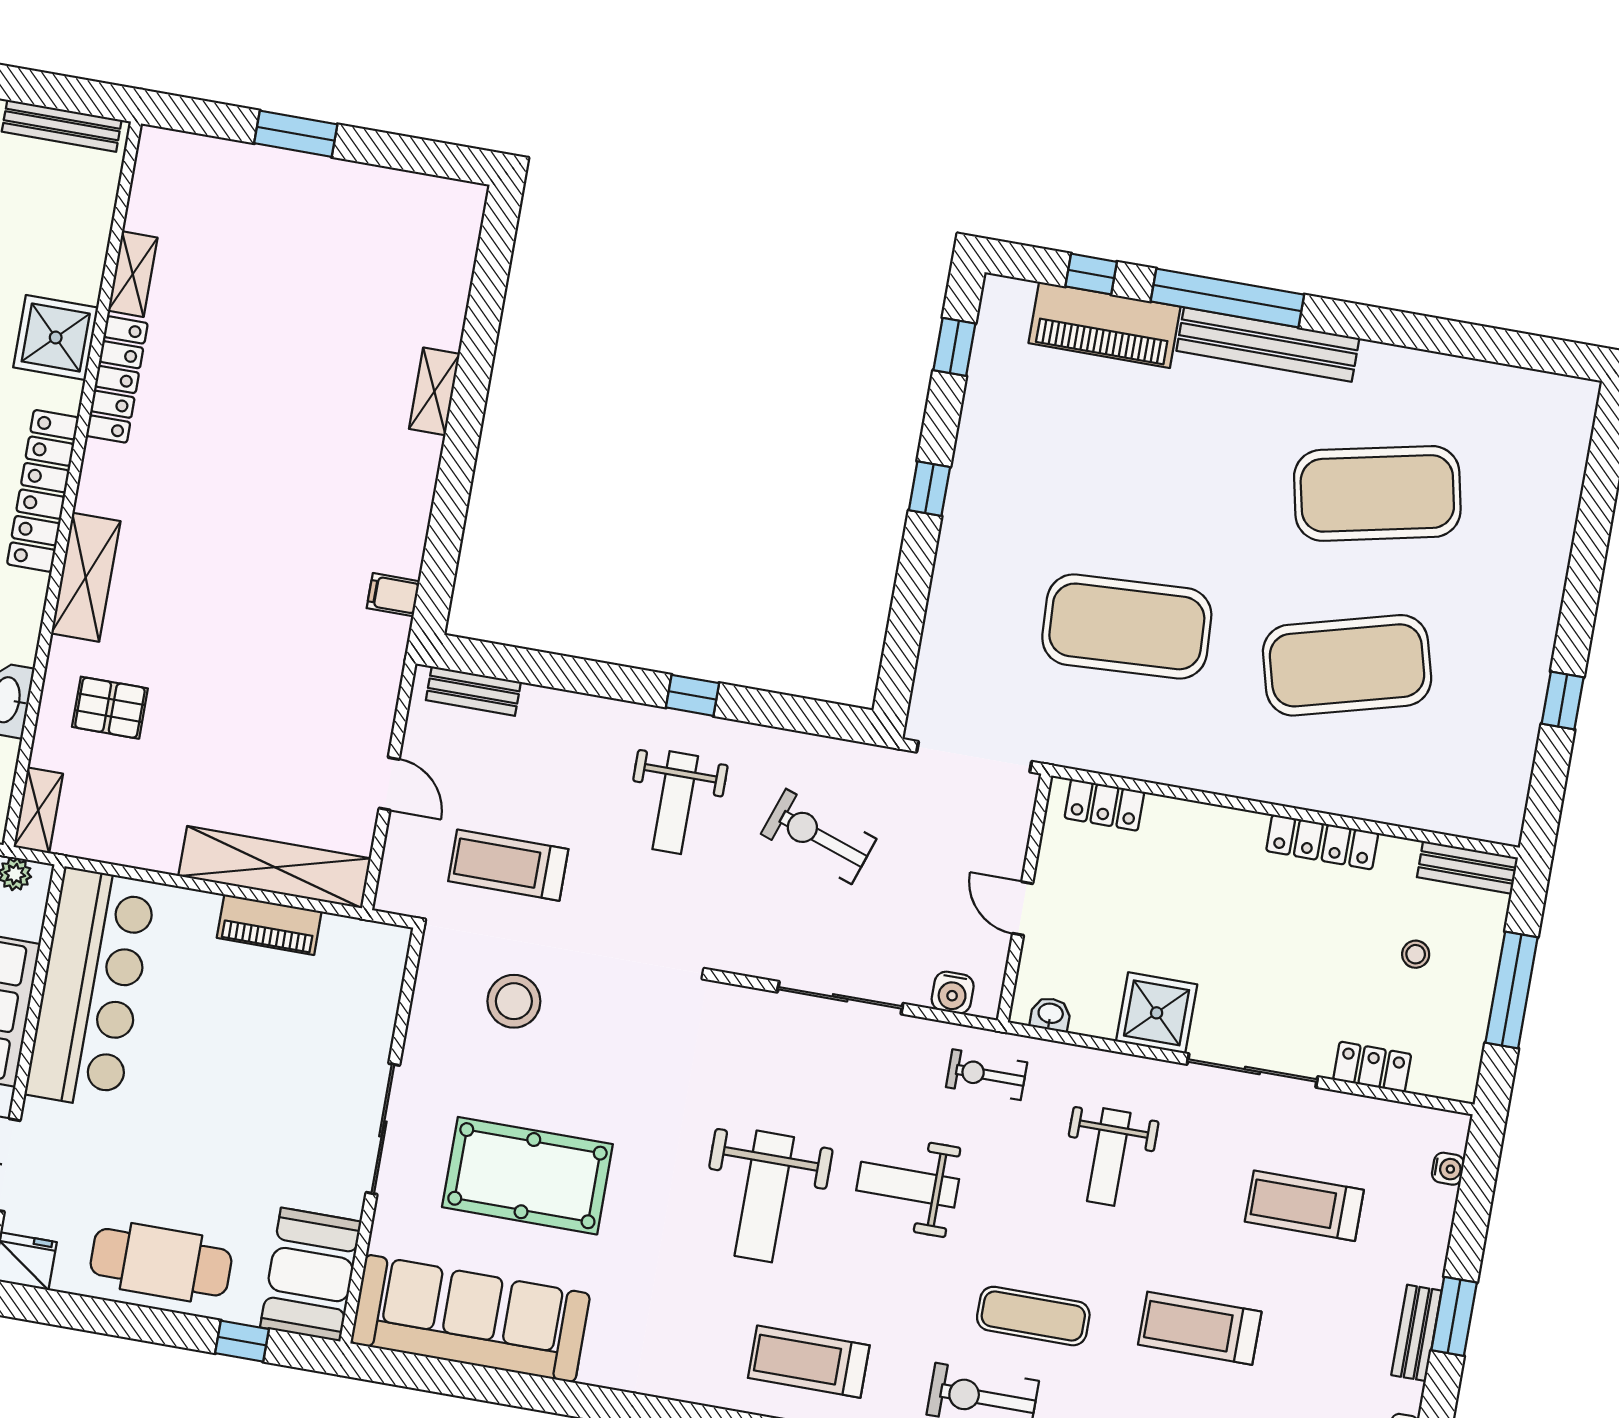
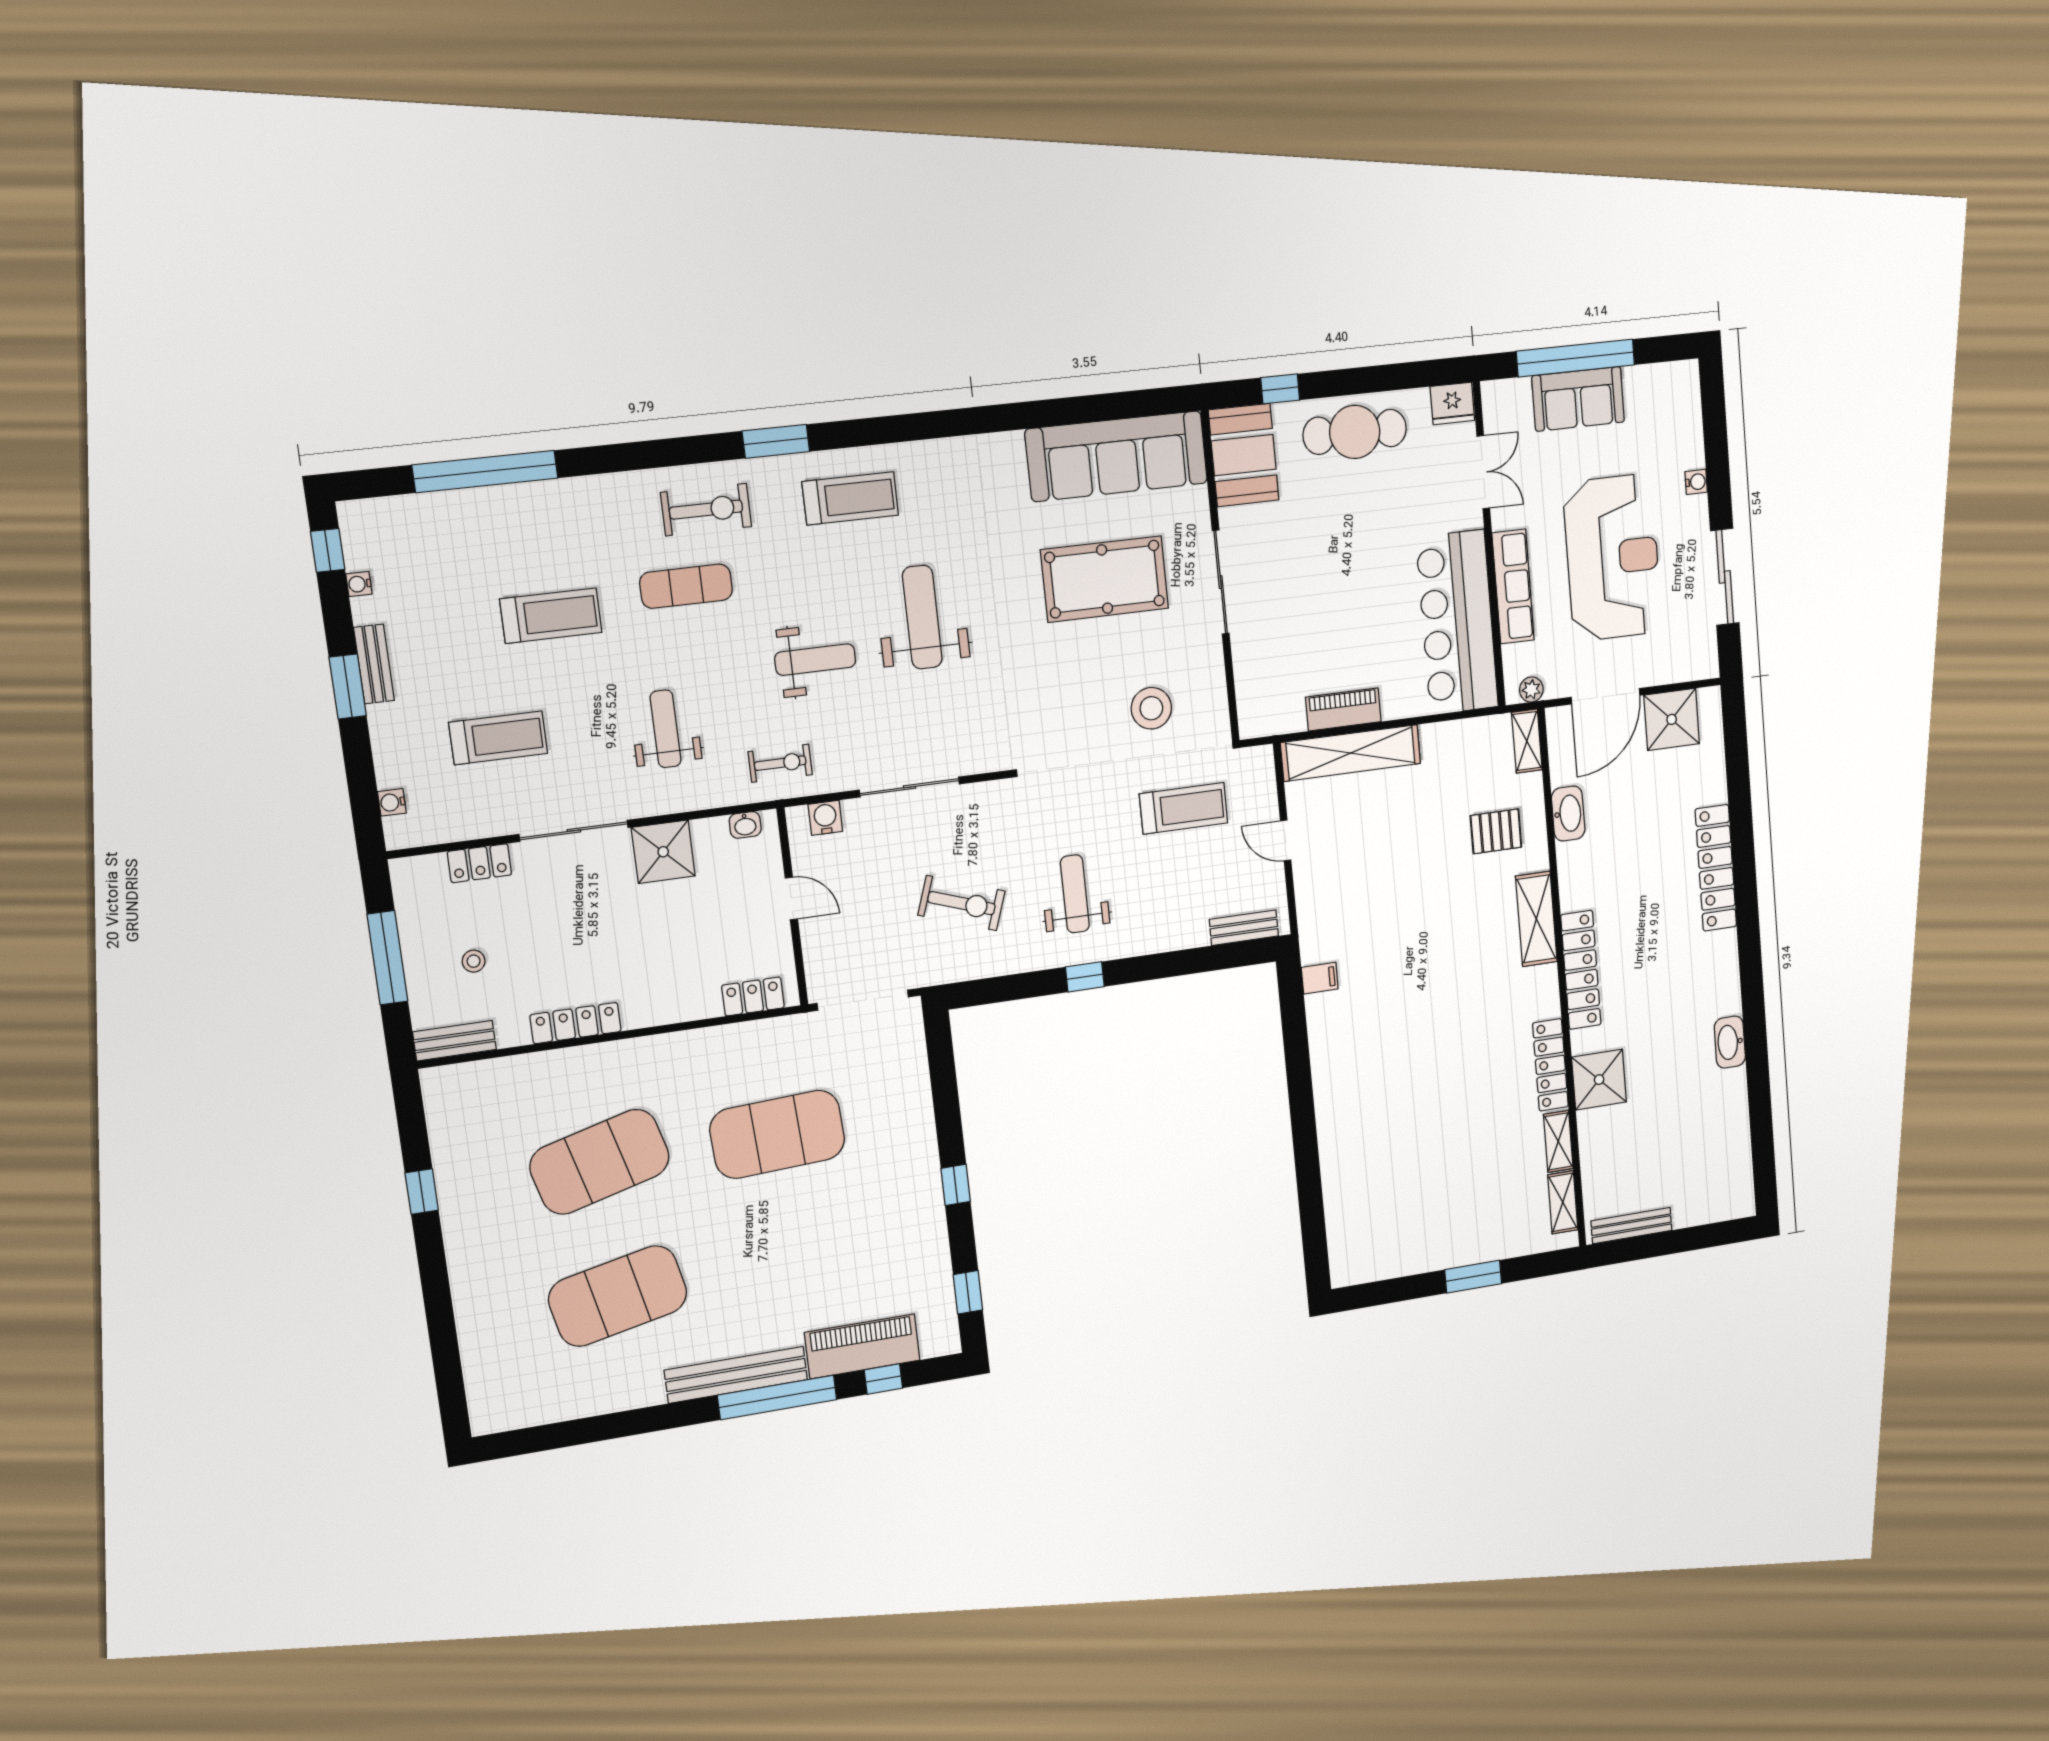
shelving: (434, 391) -> (1563, 1202), moved

